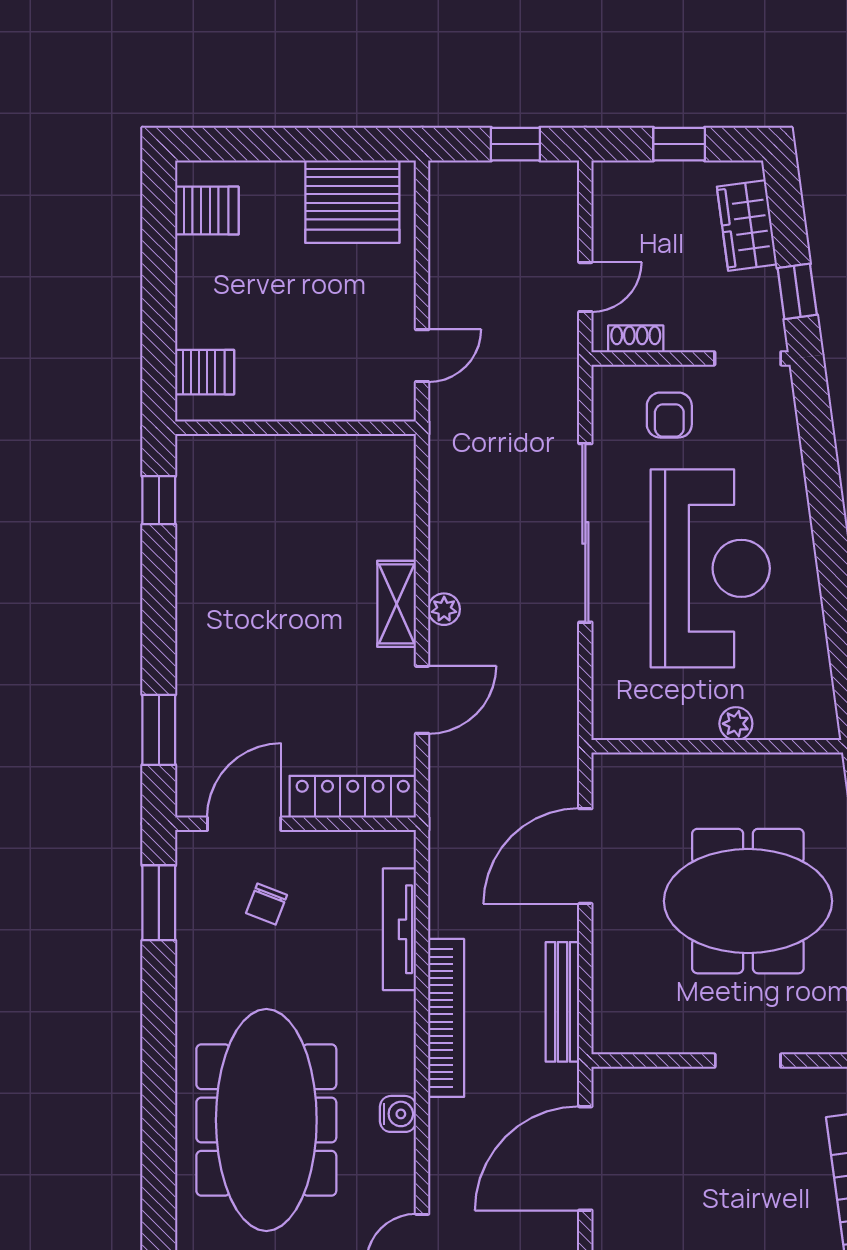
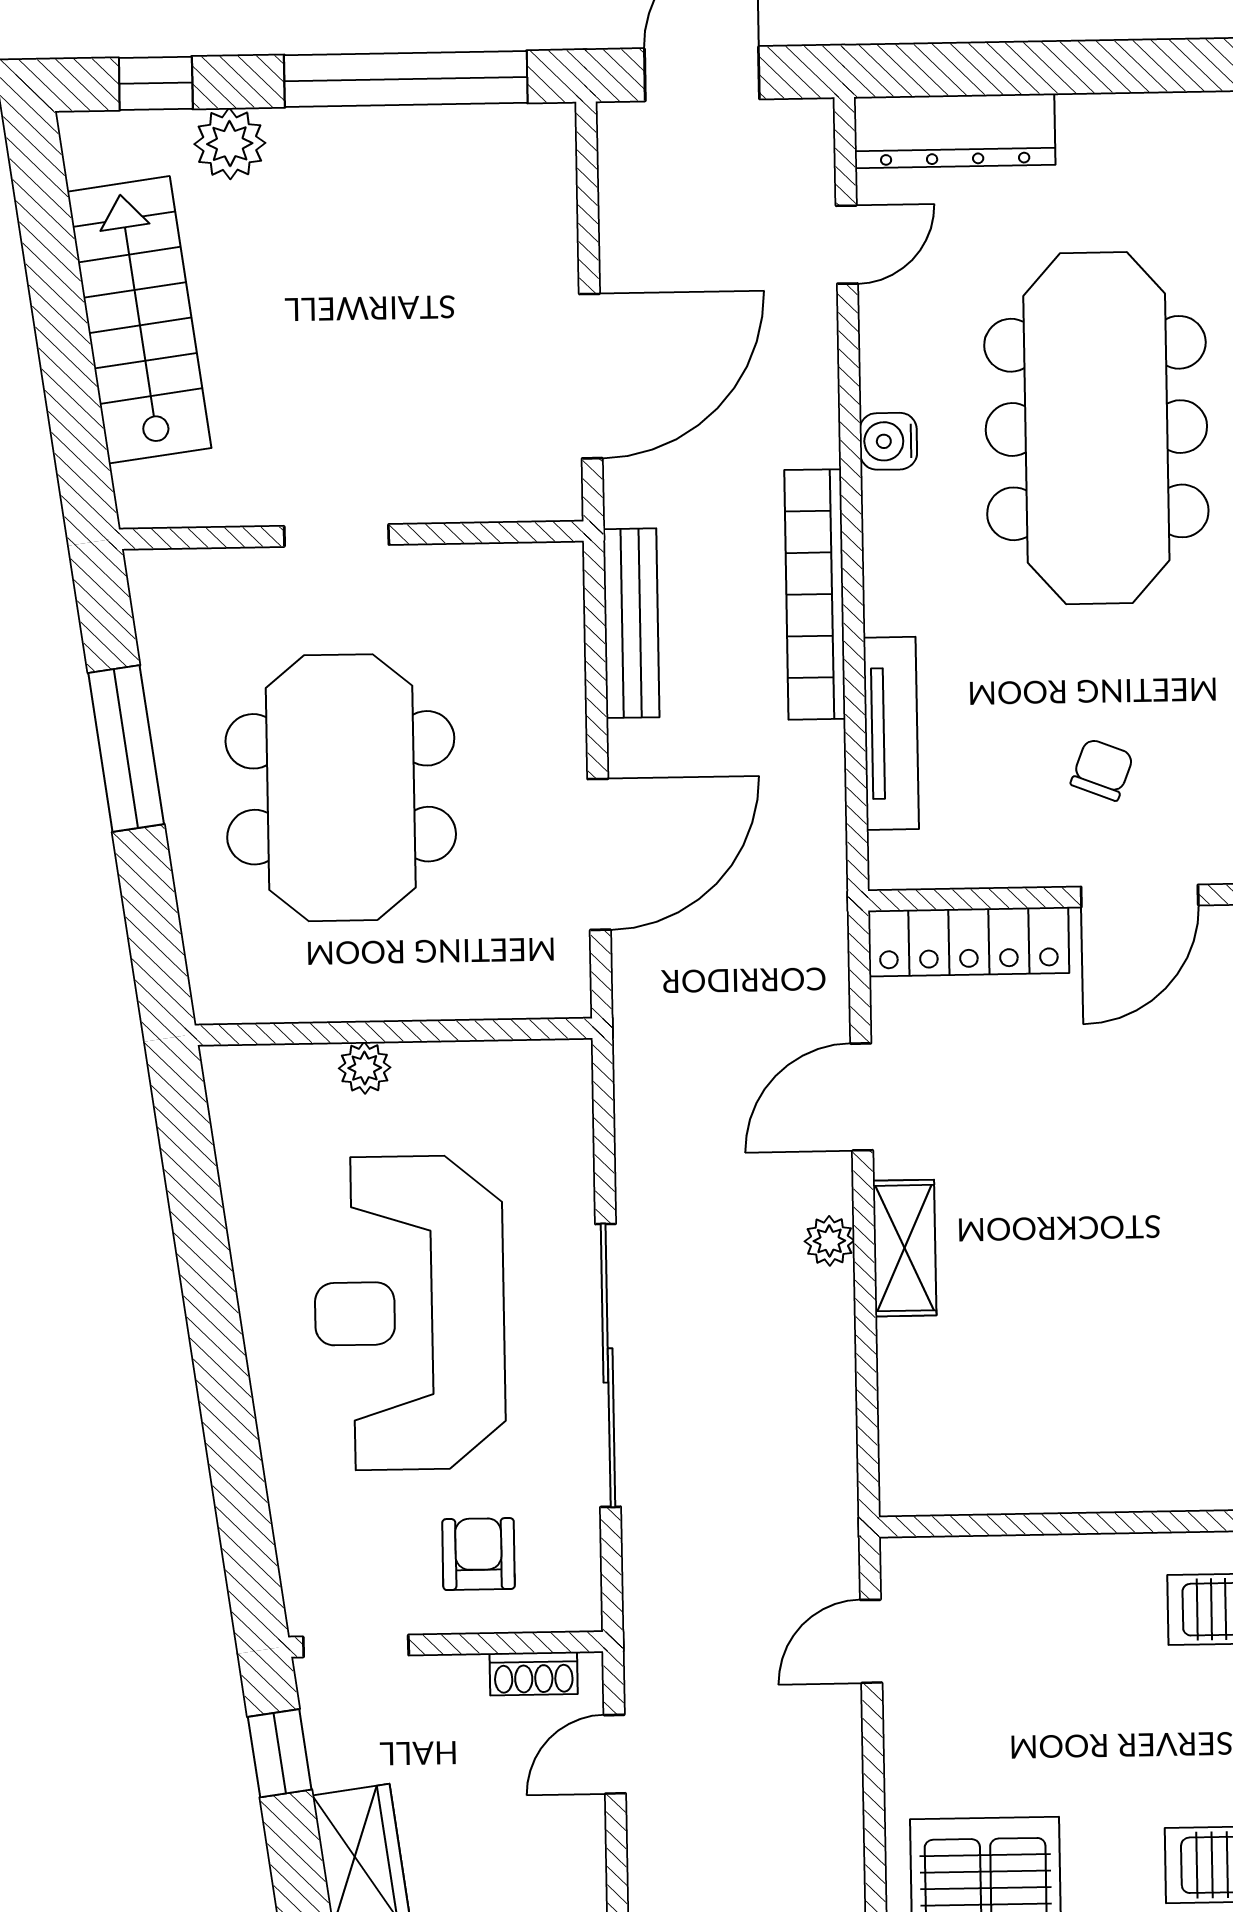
meeting table: (748, 901) -> (341, 788), turned 90

